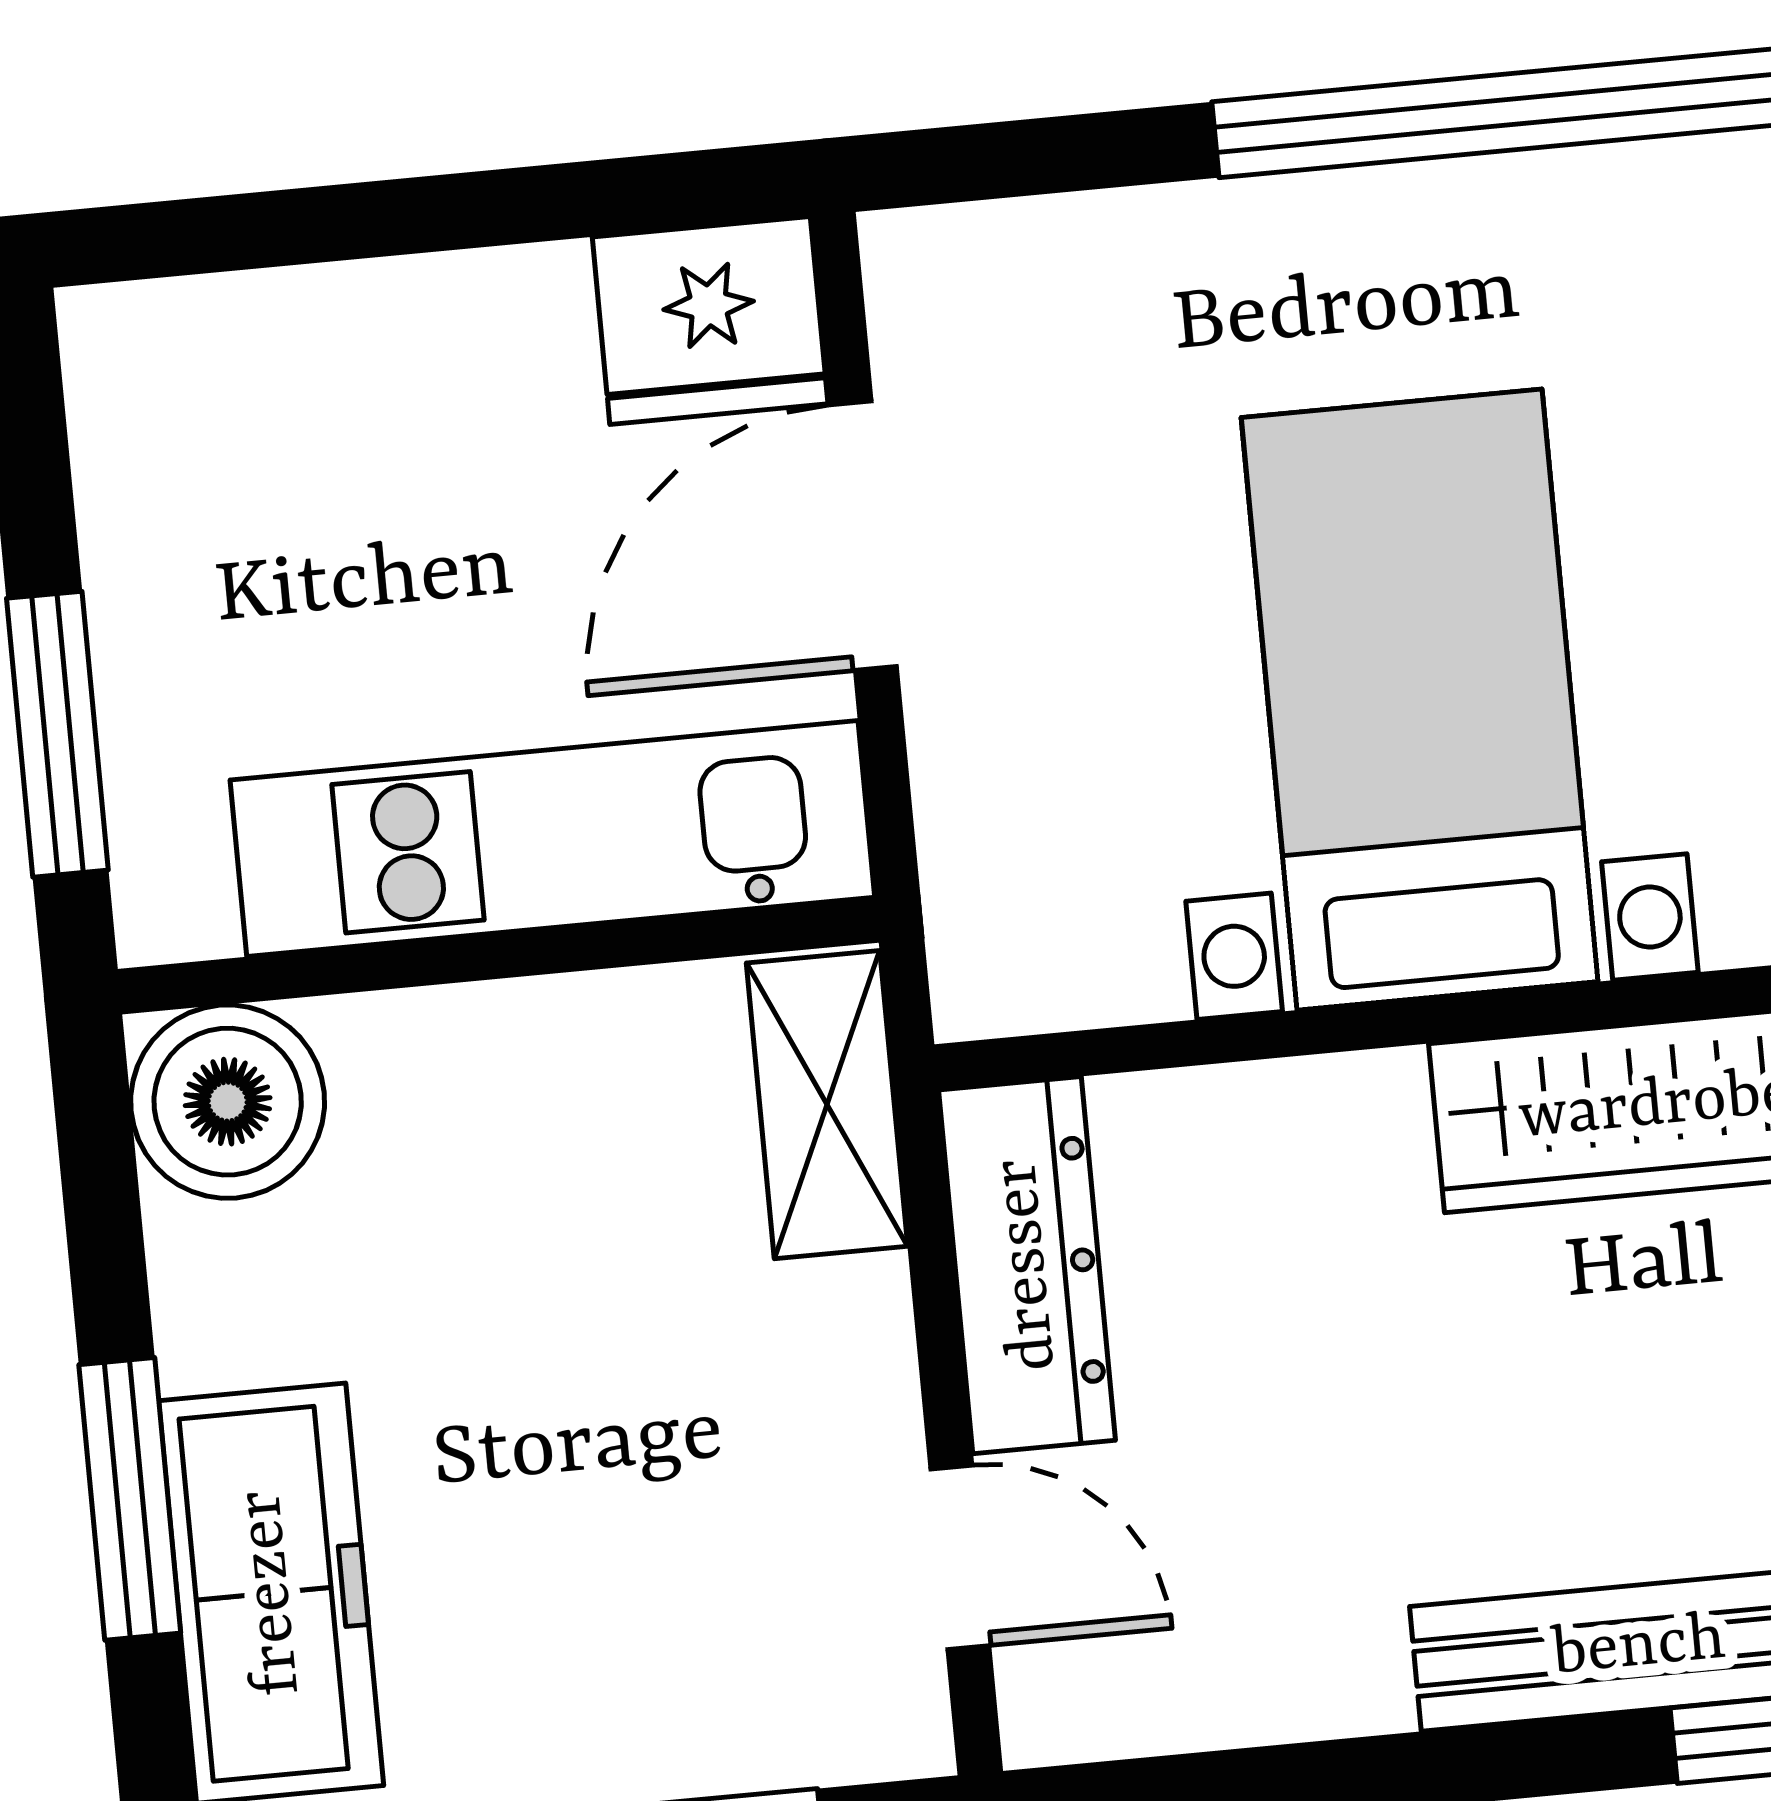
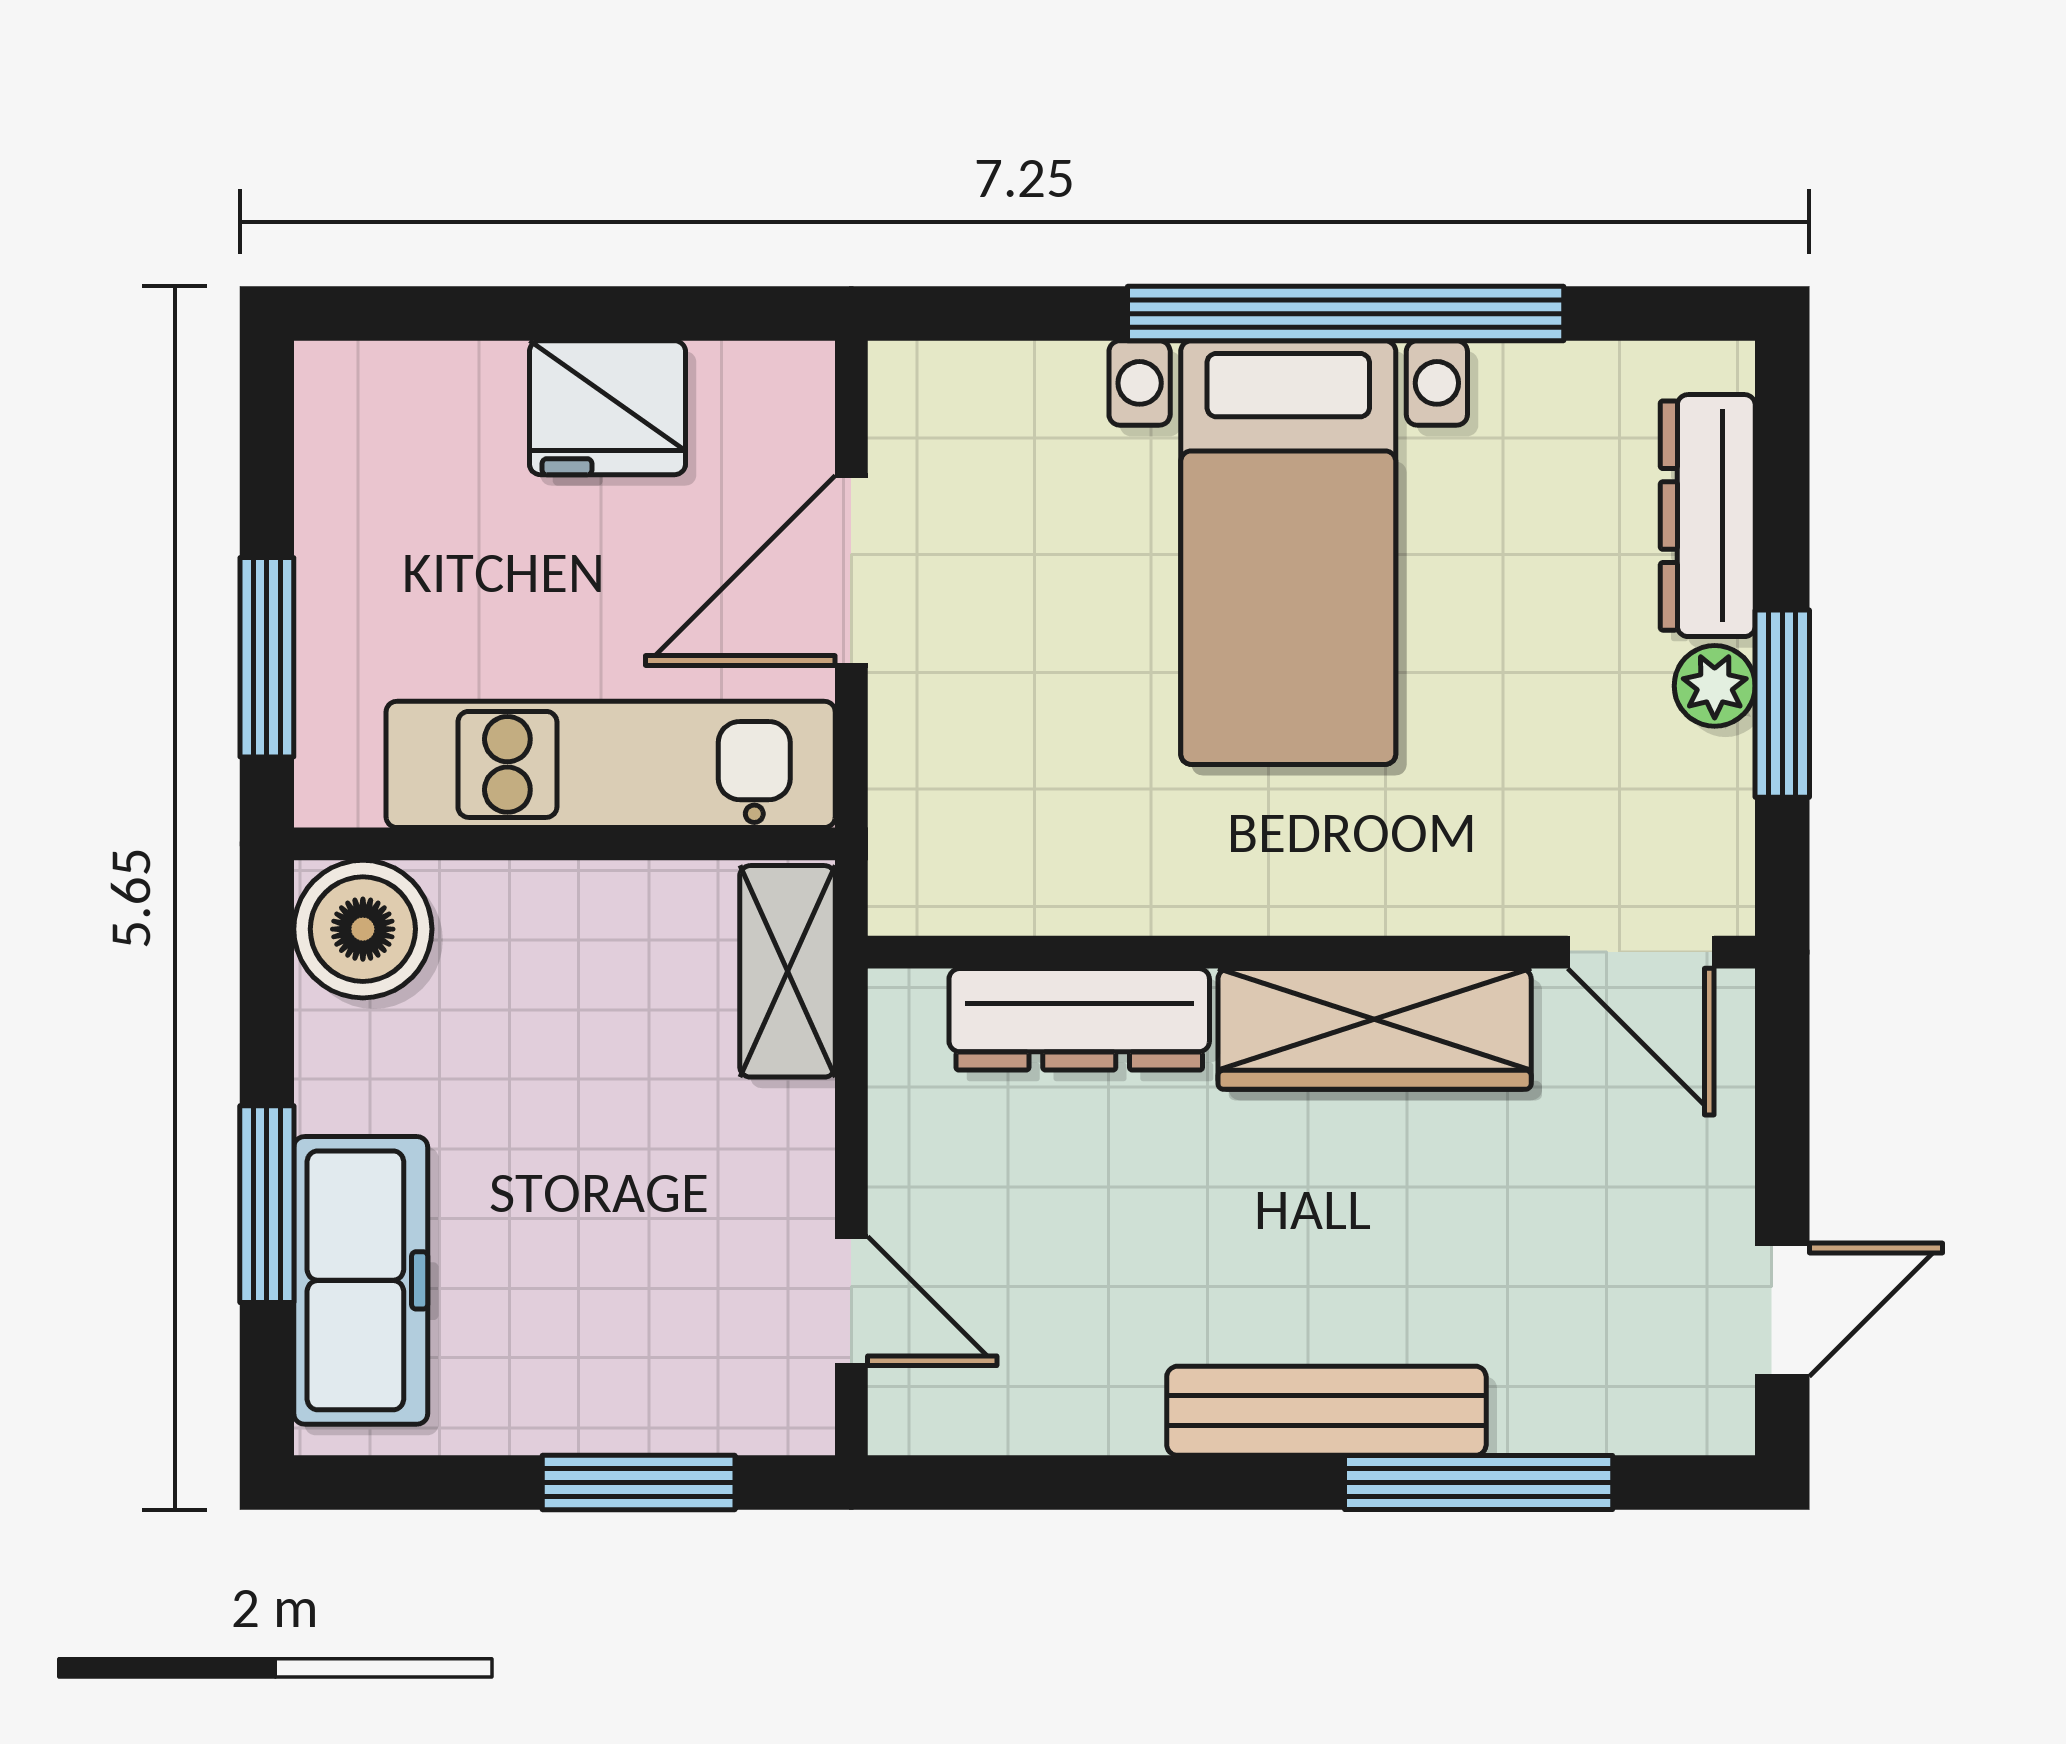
fridge: (710, 320) -> (607, 408), moved
bed with nightstands: (1420, 700) -> (1288, 553), moved, turned 180
dresser: (1027, 1265) -> (1079, 1019), moved, turned 90

